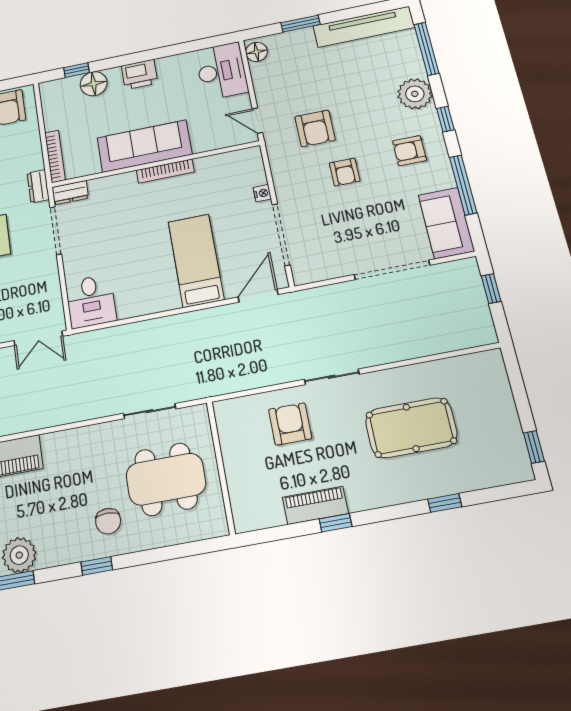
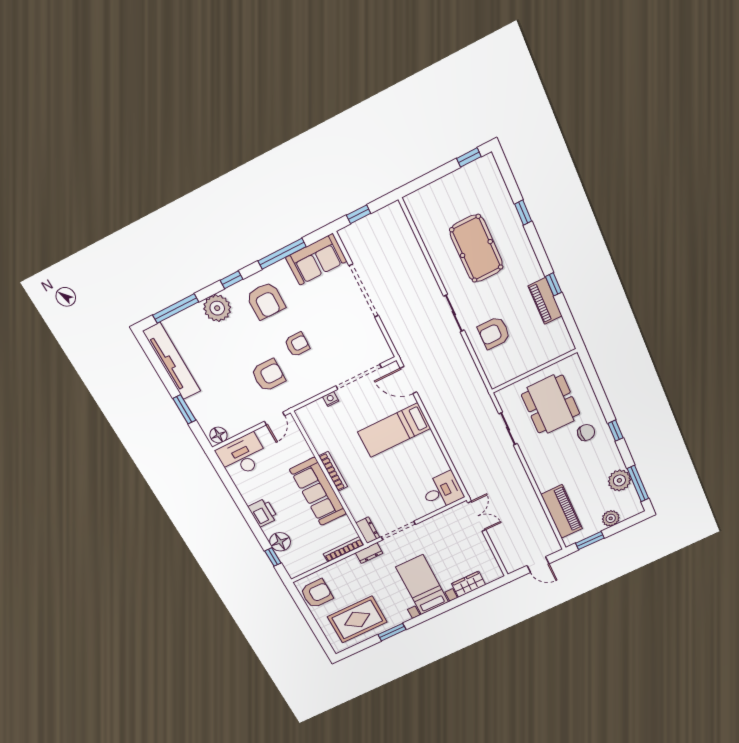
armchair: (409, 151) -> (266, 301), width x1.38, depth x1.38

